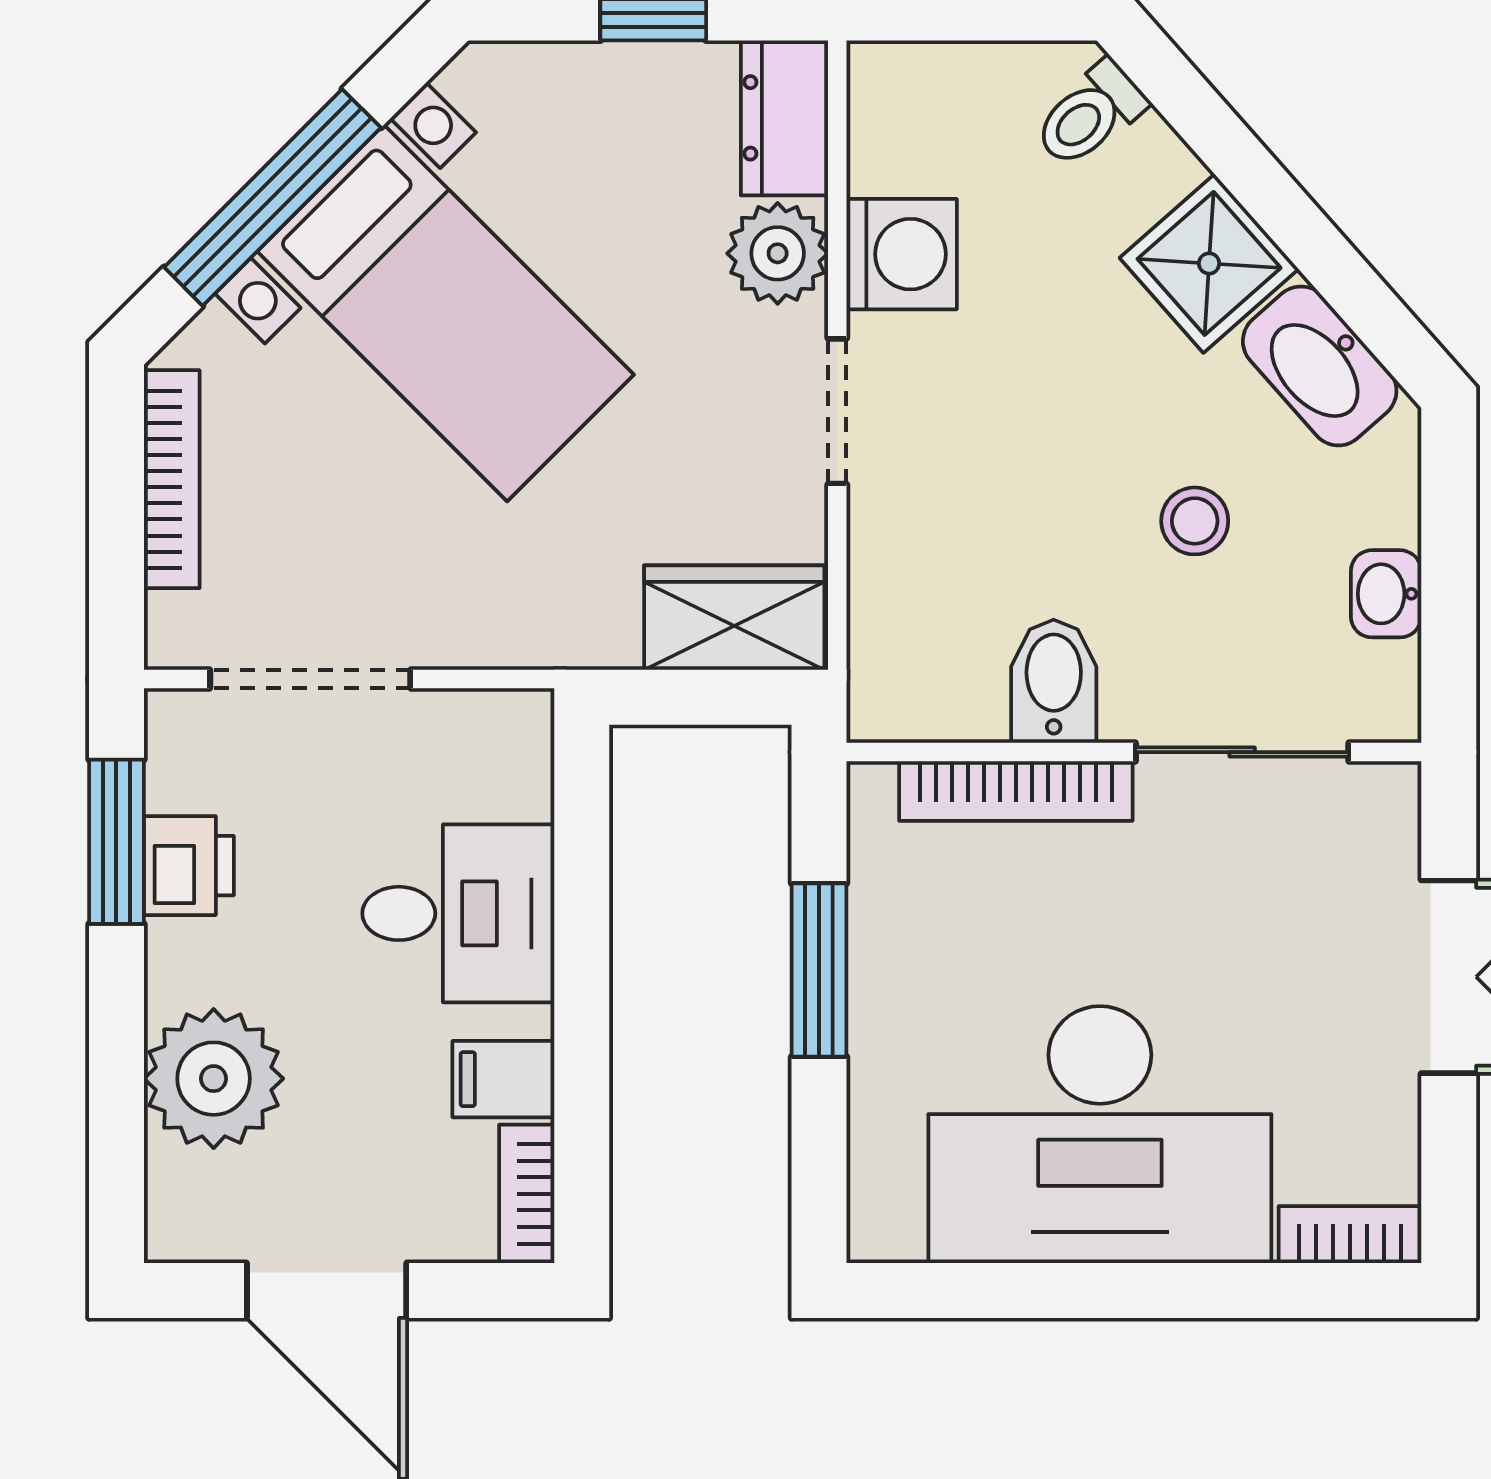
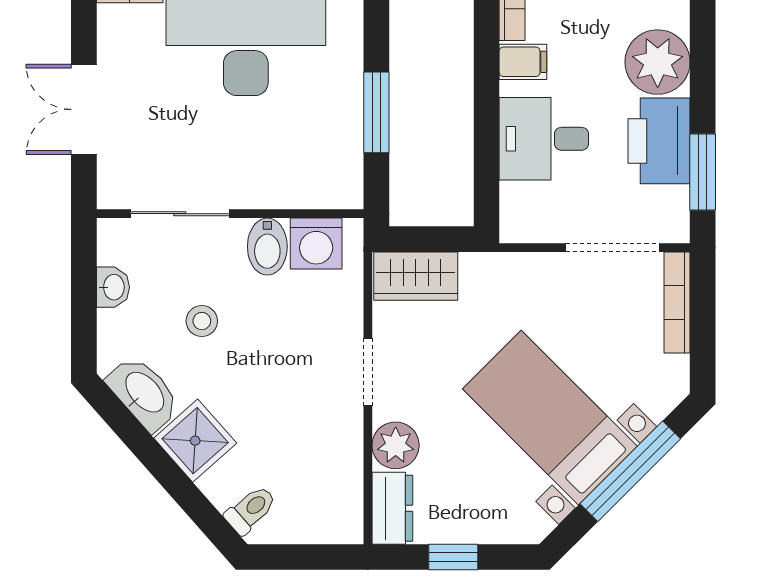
washing machine: (902, 254) -> (316, 244), moved, turned -90
bookcase: (172, 479) -> (677, 302), moved
bookcase: (1016, 791) -> (285, 196), removed
printer: (189, 866) -> (659, 141), width x1.87, depth x1.48

